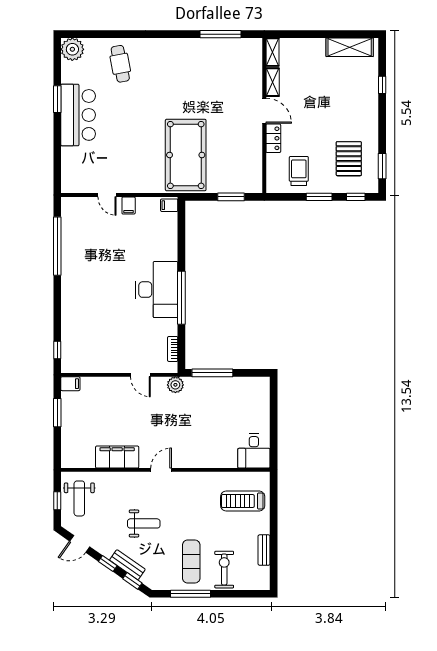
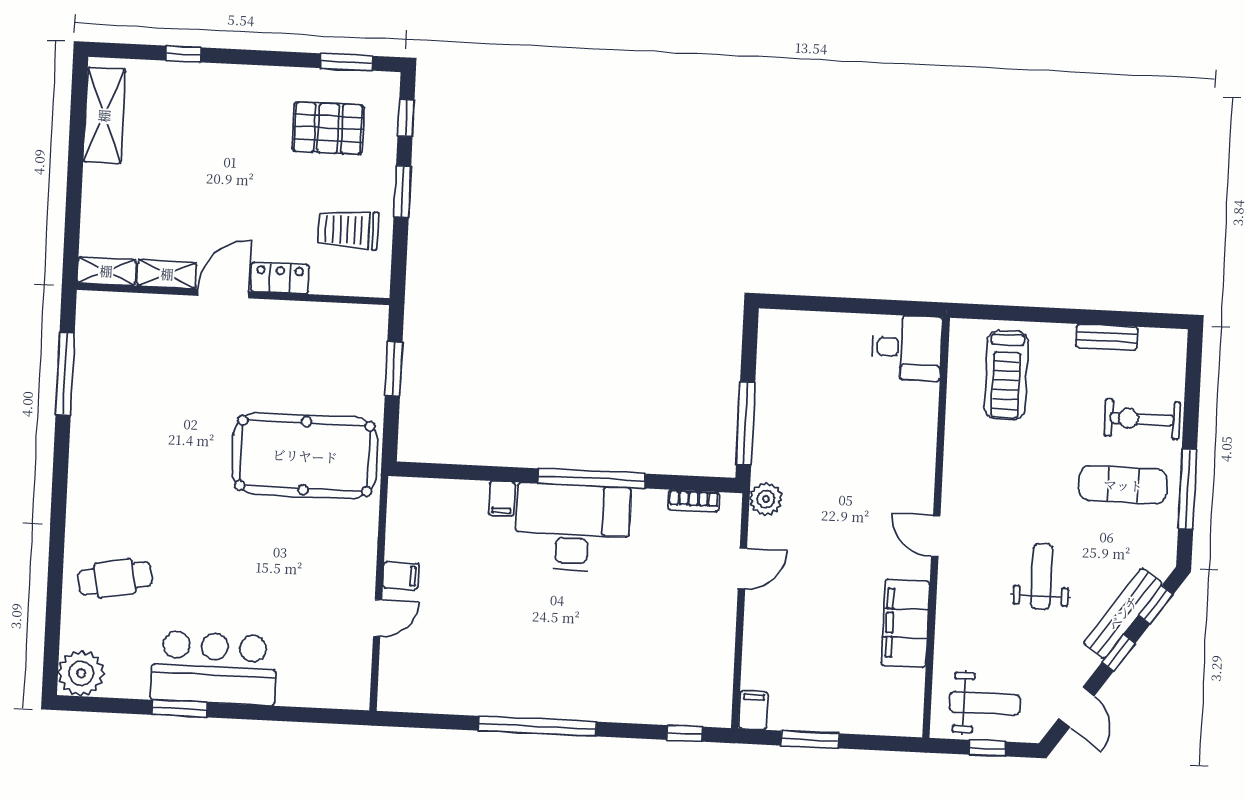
filing cabinet: (169, 205) -> (502, 499), moved
window: (57, 246) -> (537, 726), moved
bench: (127, 565) -> (1123, 613), width x1.36

